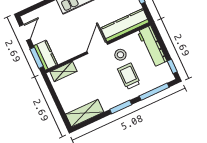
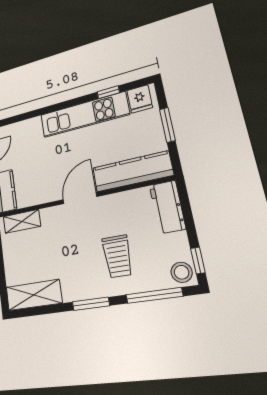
workbench: (152, 46) -> (167, 207), width x0.73
stool: (120, 55) -> (182, 272), moved
trolley: (129, 76) -> (117, 256), turned 180

